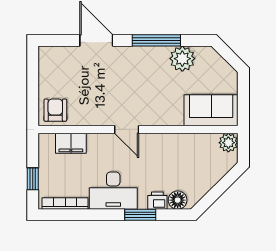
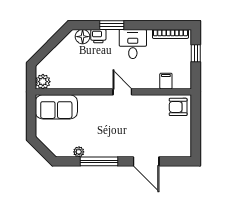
plant: (182, 59) -> (79, 152), width x0.53, depth x0.53
armchair: (55, 110) -> (178, 107), turned 90
filing cabinet: (71, 143) -> (166, 81), width x0.50
desk: (113, 191) -> (133, 44), width x0.73

